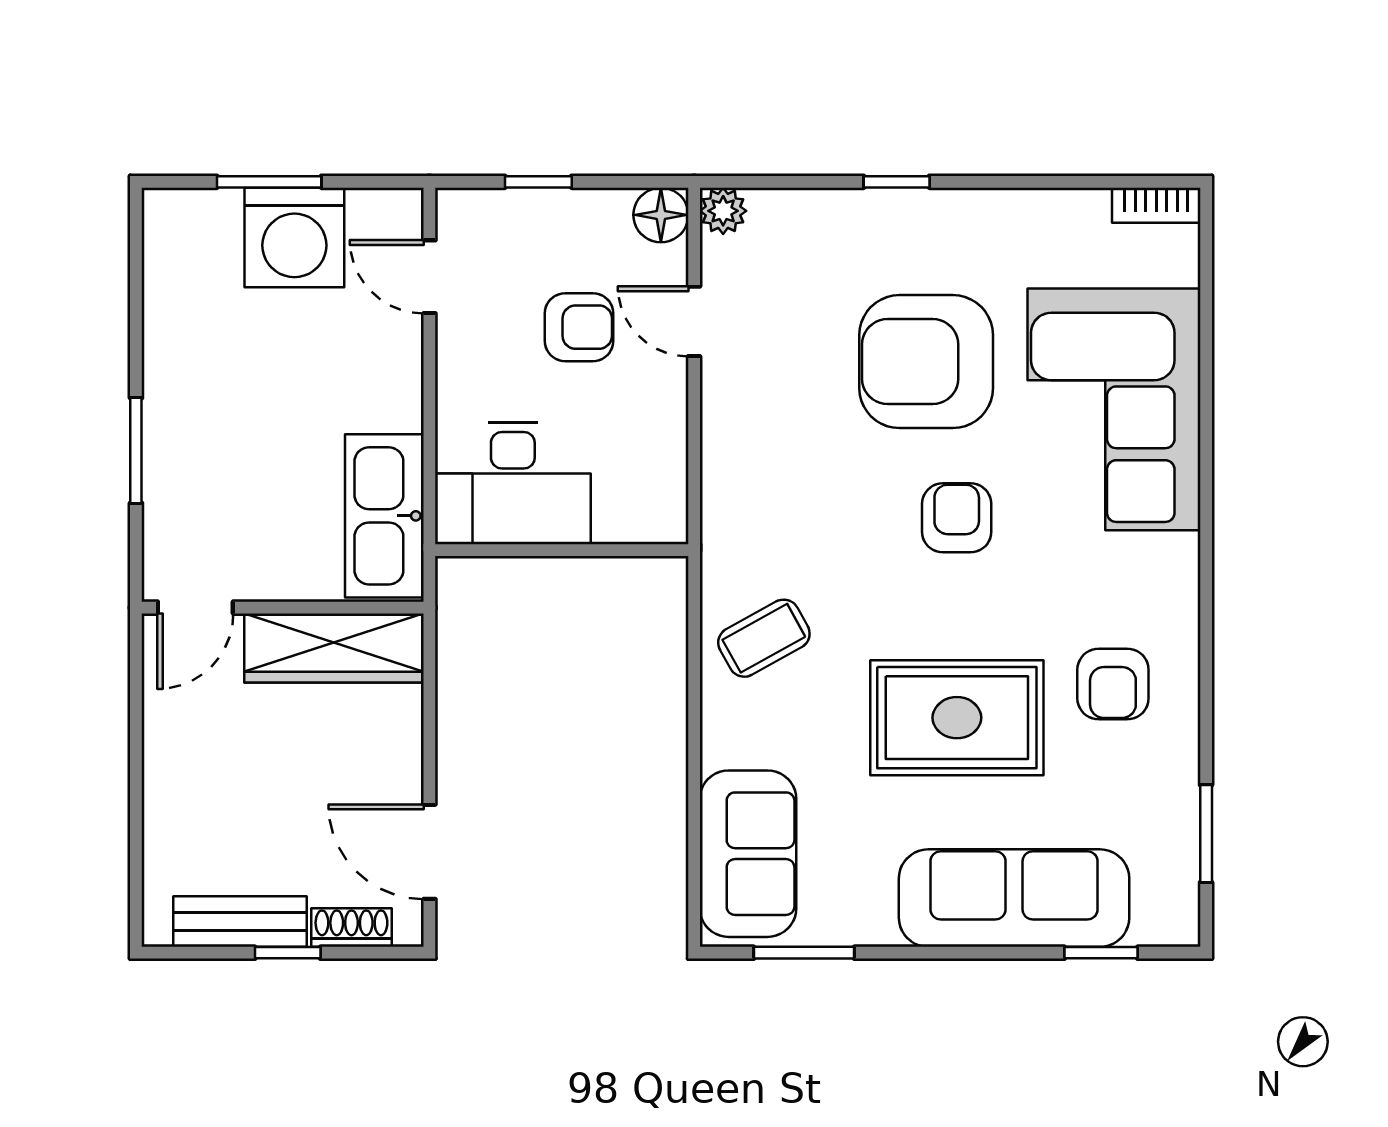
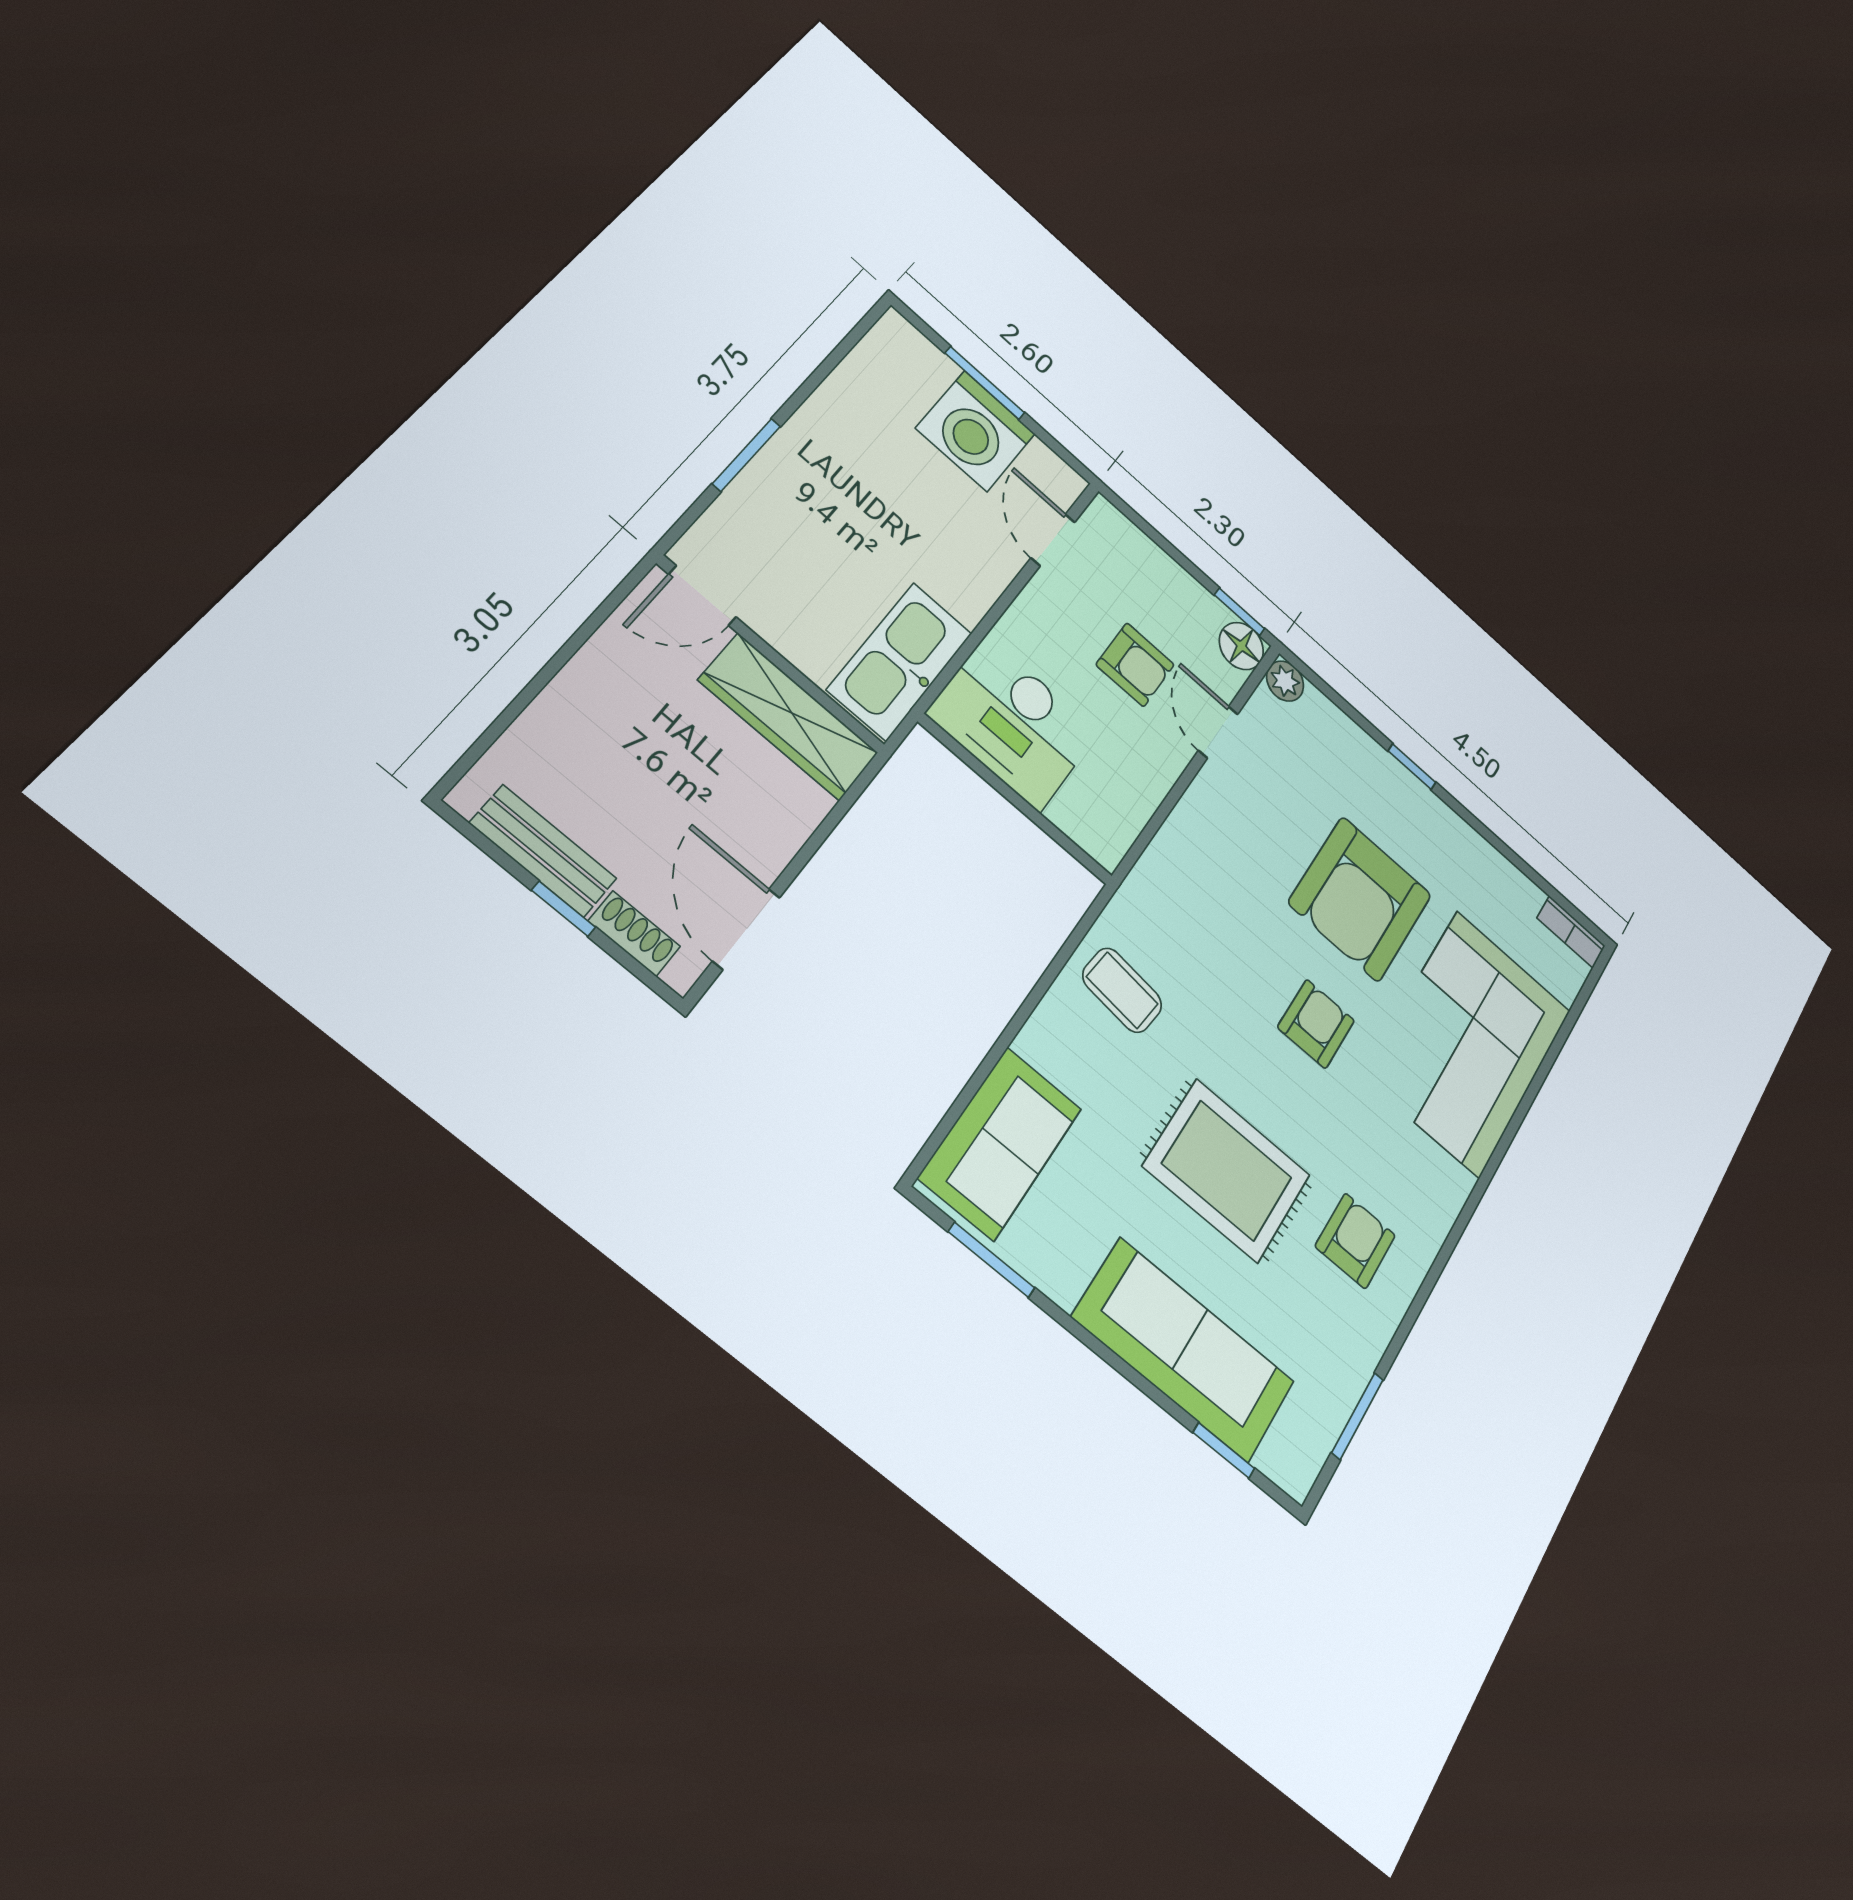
window: (538, 182) -> (1239, 612), moved
armchair: (926, 362) -> (1360, 899), turned -90
coffee table: (764, 638) -> (1122, 990), turned 35
armchair: (1113, 684) -> (1355, 1241), turned 180

